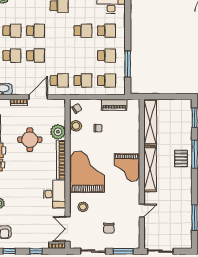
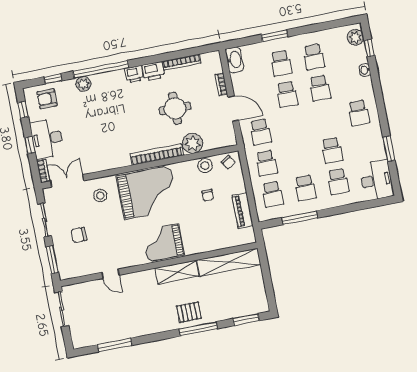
shelving: (150, 169) -> (177, 272), width x0.68
desk: (55, 194) -> (47, 139), moved, turned 90

